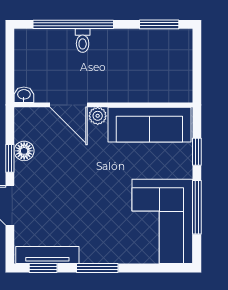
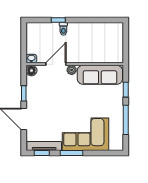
window: (73, 24) -> (58, 20), width x0.32
window: (159, 24) -> (105, 20), removed
door: (69, 105) -> (56, 64), swing flipped
floor lamp: (24, 151) -> (31, 71), moved
corner sofa: (162, 221) -> (85, 134), moved, turned 90

